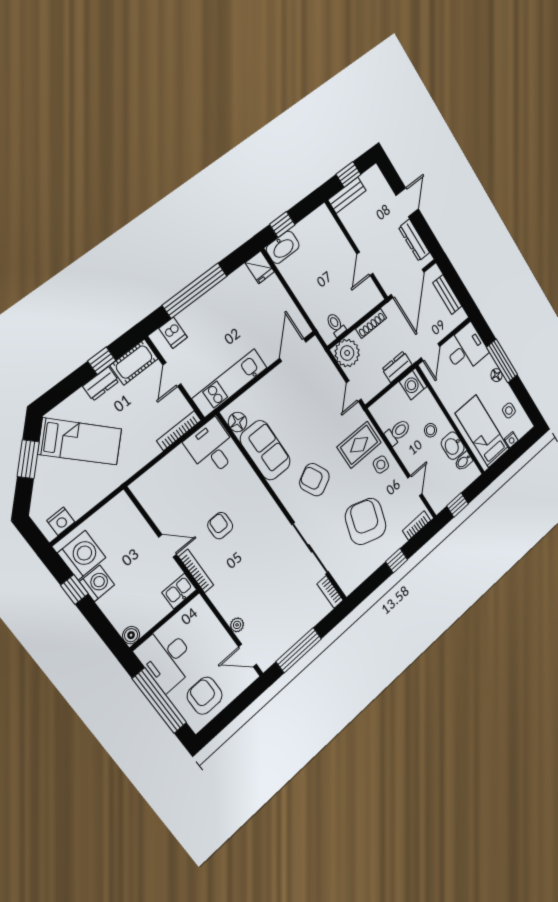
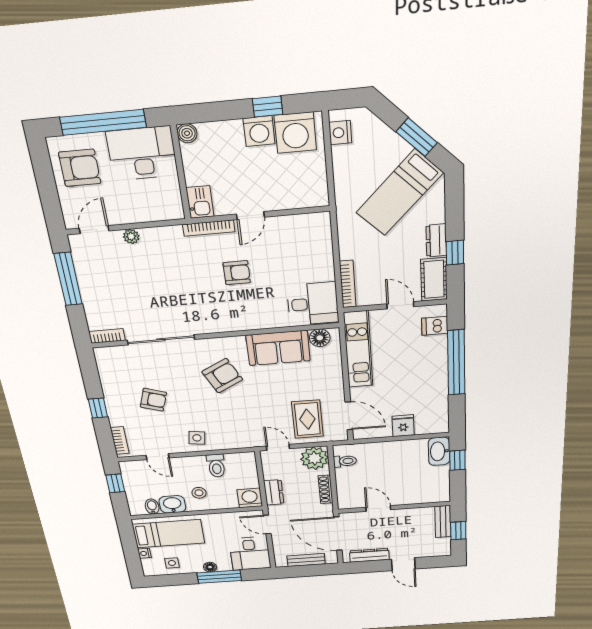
fridge: (260, 267) -> (403, 426), moved, turned 90
rug: (359, 445) -> (307, 419), moved
armchair: (366, 521) -> (153, 400), width x0.53, depth x0.53

